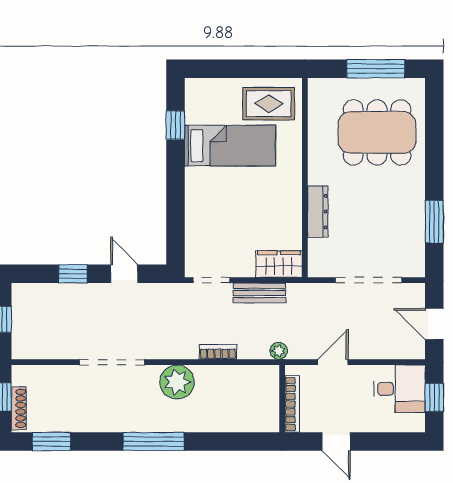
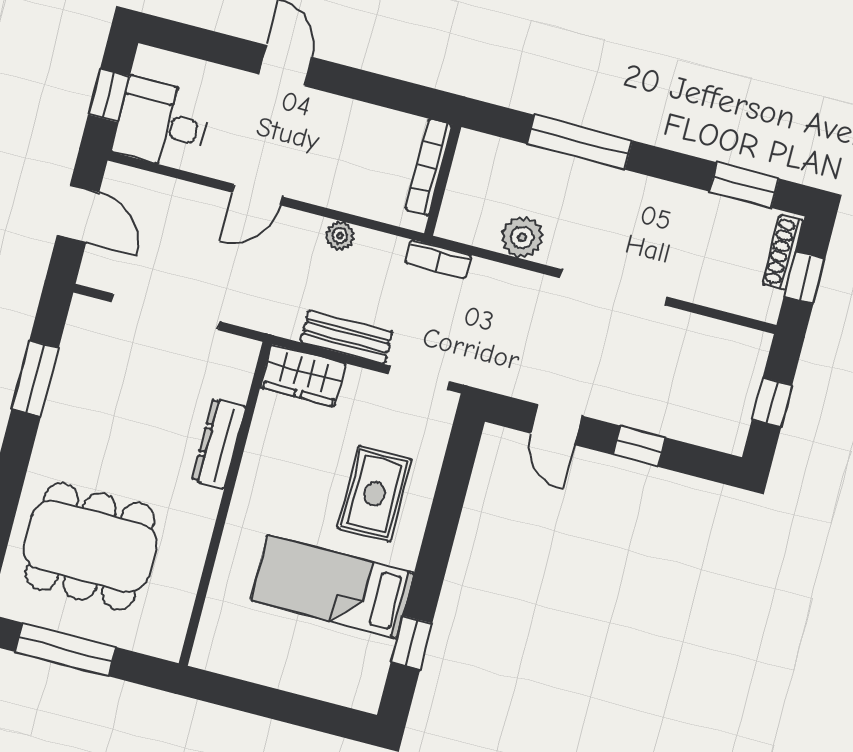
rug: (269, 104) -> (375, 494), moved, turned 90
plant: (177, 382) -> (522, 237), width x0.73, depth x0.73
wall: (282, 399) -> (443, 180), moved
bookcase: (292, 404) -> (429, 167), moved

